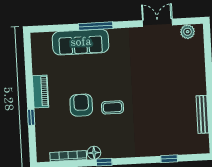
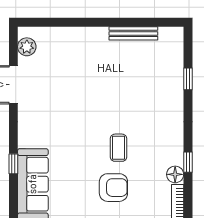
window: (96, 26) -> (13, 164), width x0.46
armchair: (81, 105) -> (113, 188), turned 180

